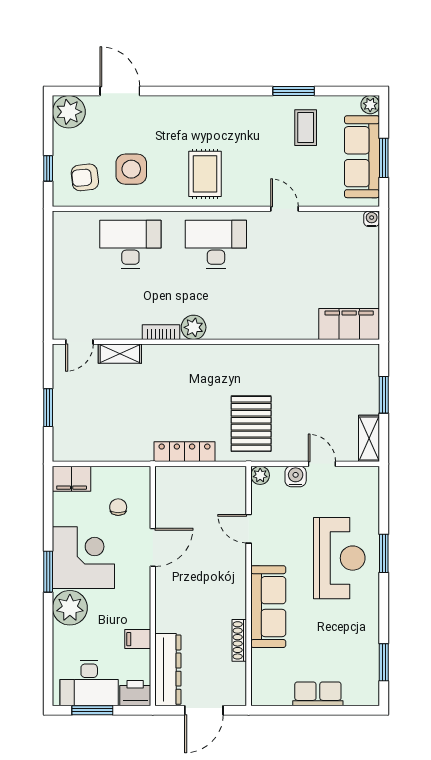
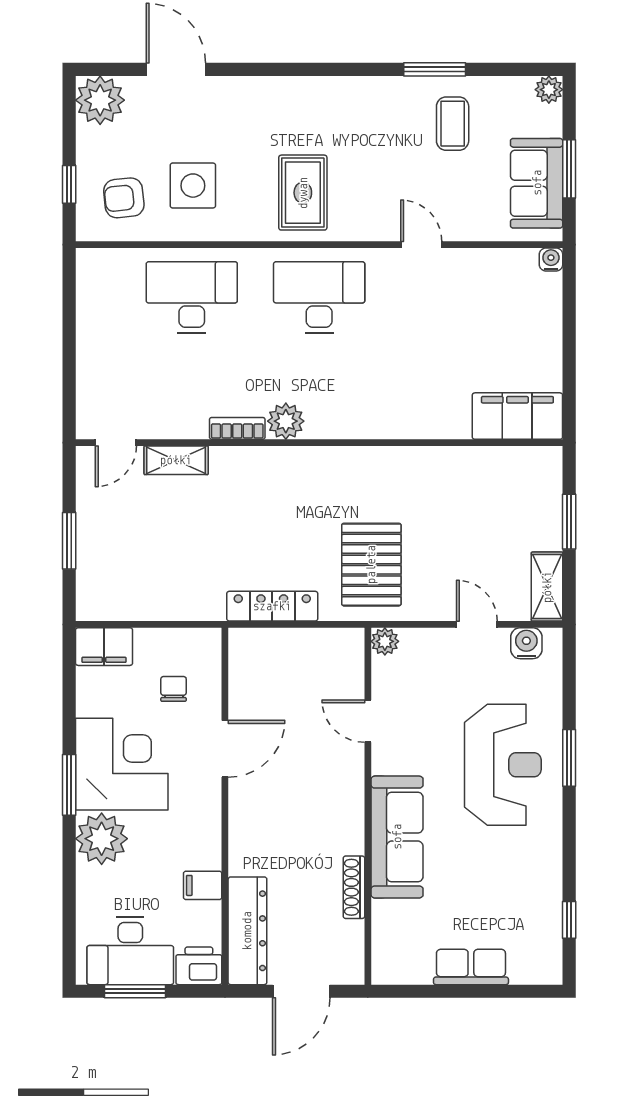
sofa: (362, 157) -> (537, 183), width x0.73
water cooler: (296, 476) -> (526, 643), moved
window: (384, 662) -> (569, 920), width x0.67

